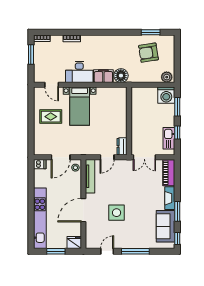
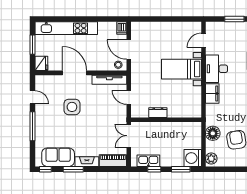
floor lamp: (121, 76) -> (213, 133), moved
rug: (51, 117) -> (171, 39), removed
dresser: (122, 146) -> (158, 113), moved

